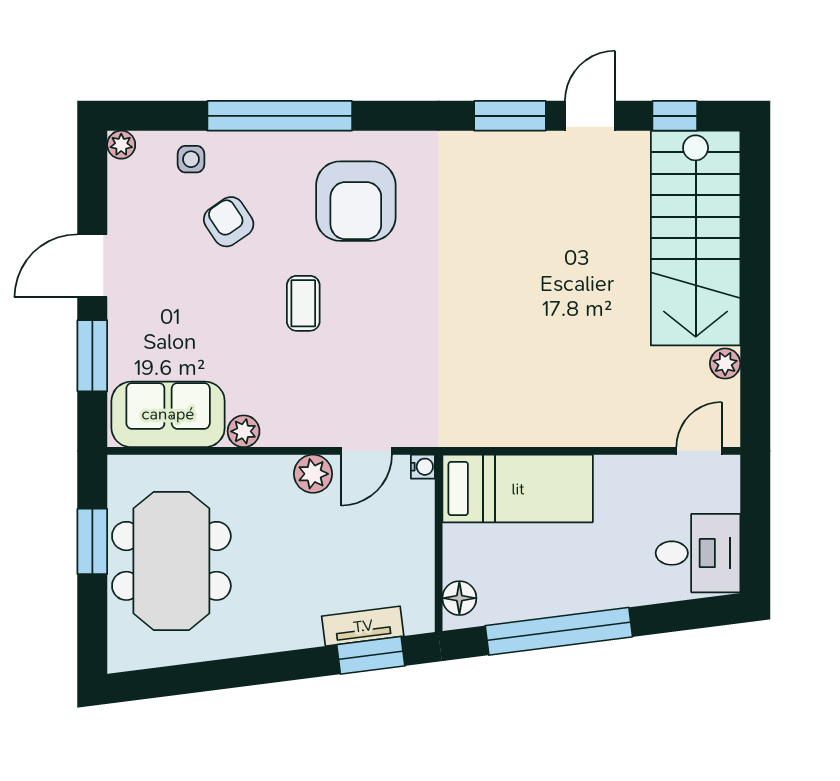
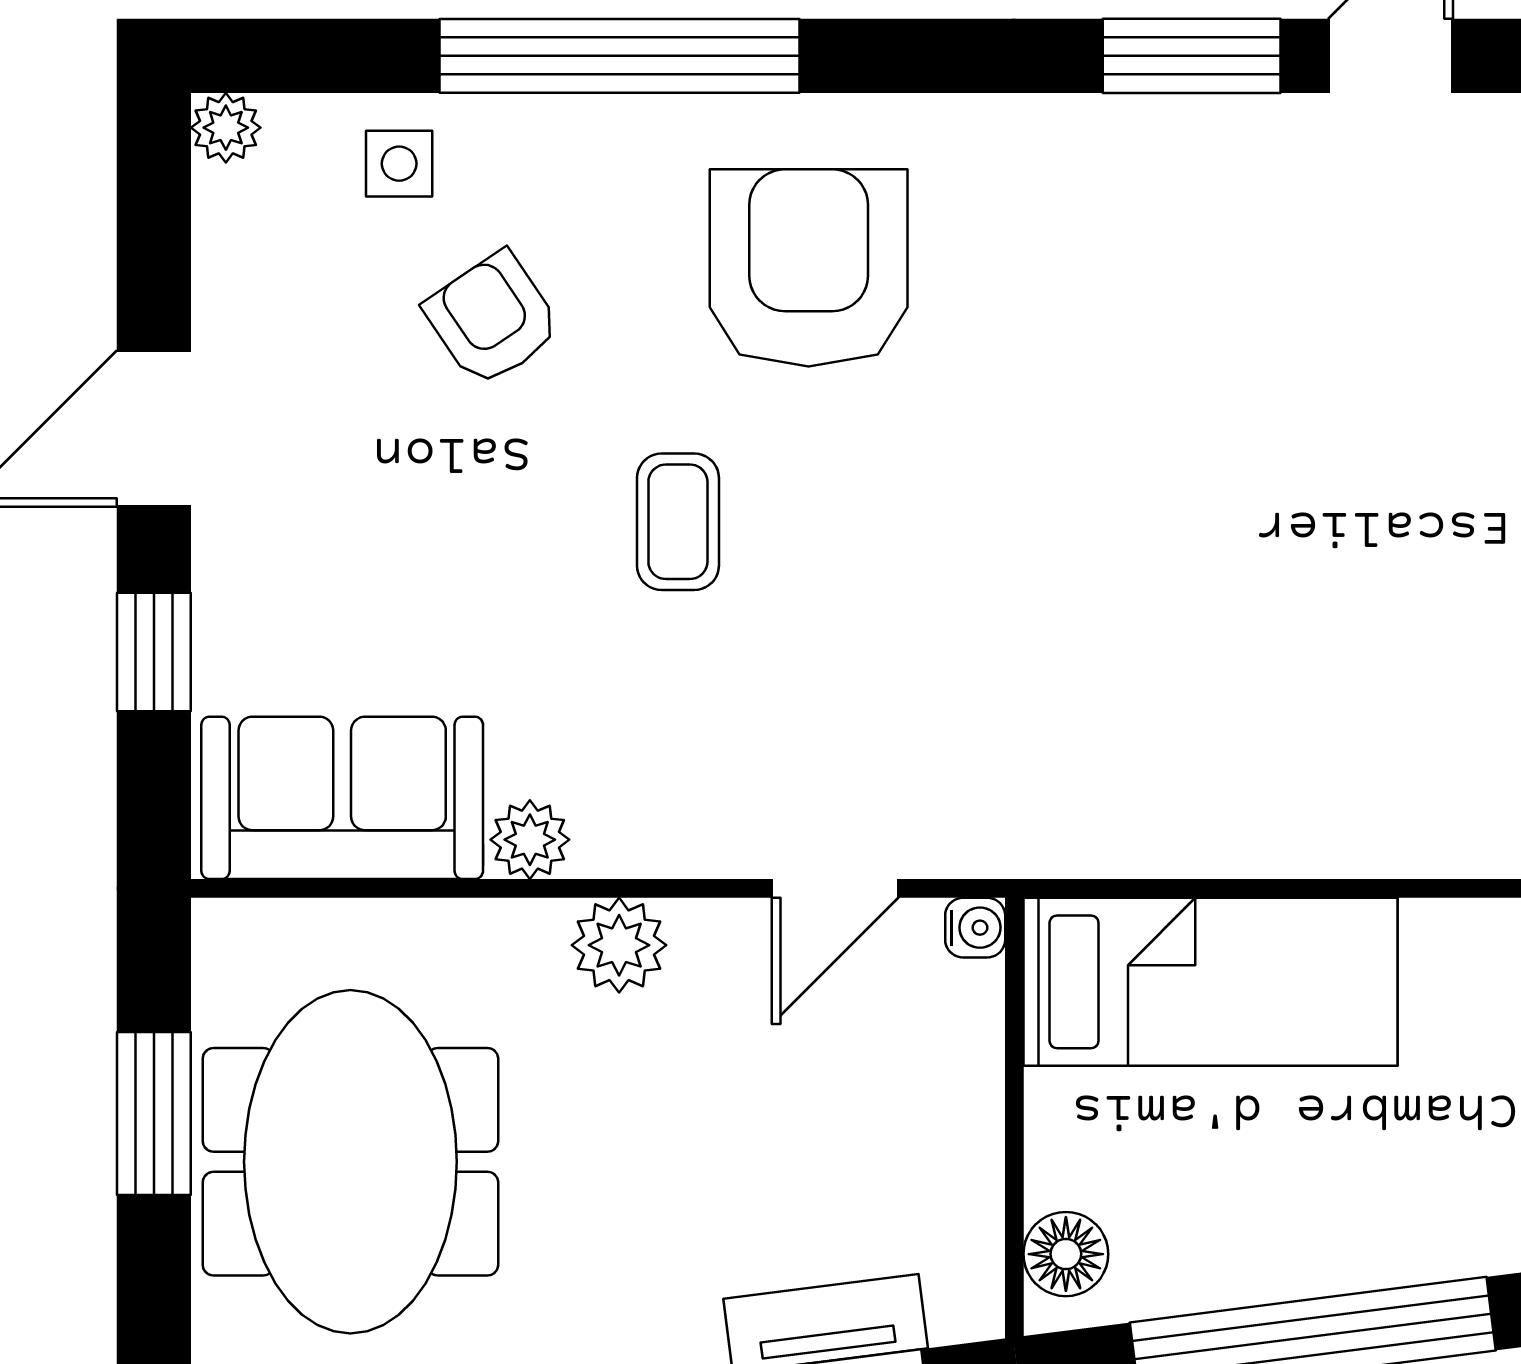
armchair: (356, 201) -> (809, 268), turned 180
window: (92, 356) -> (154, 652), width x0.67
plant: (313, 474) -> (619, 945), moved

